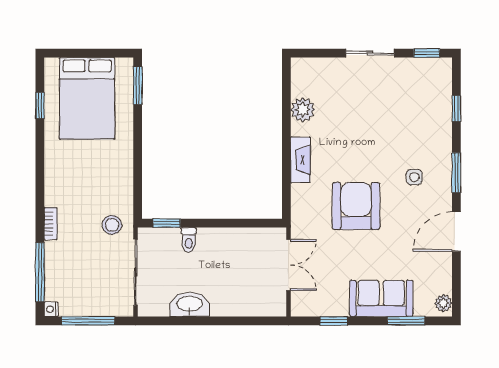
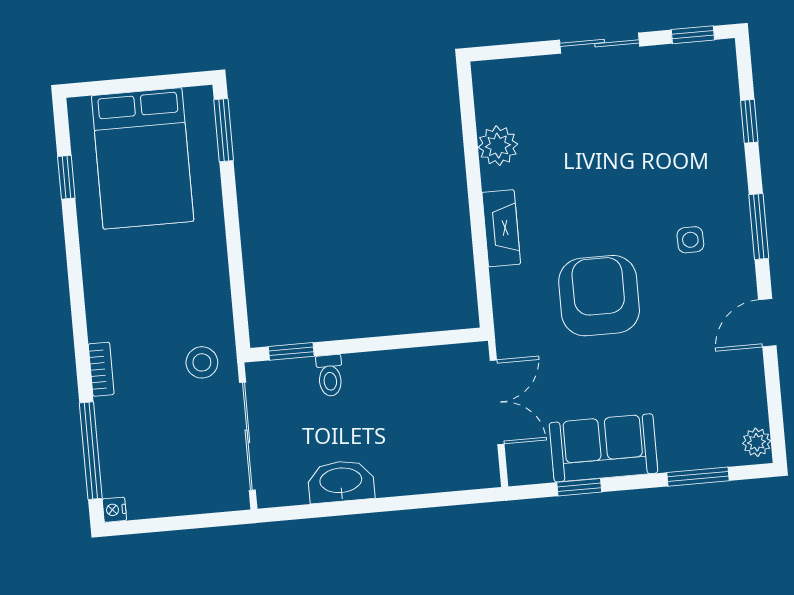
door: (456, 232) -> (767, 323), width x0.73
sofa: (381, 298) -> (603, 448), moved
window: (88, 321) -> (177, 523), removed

